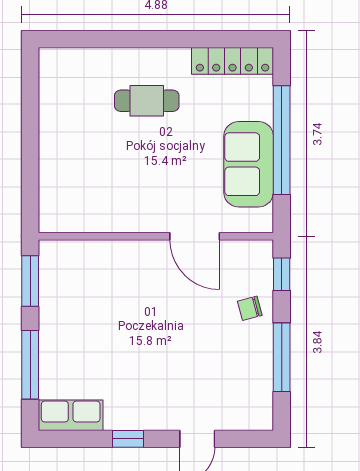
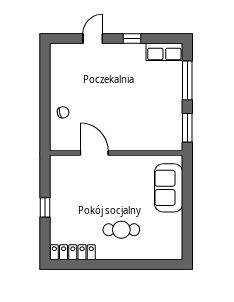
window: (282, 140) -> (45, 207), width x0.32
sofa: (249, 164) -> (169, 188), moved, turned 180
window: (282, 274) -> (45, 132), removed
window: (282, 357) -> (45, 85), removed

